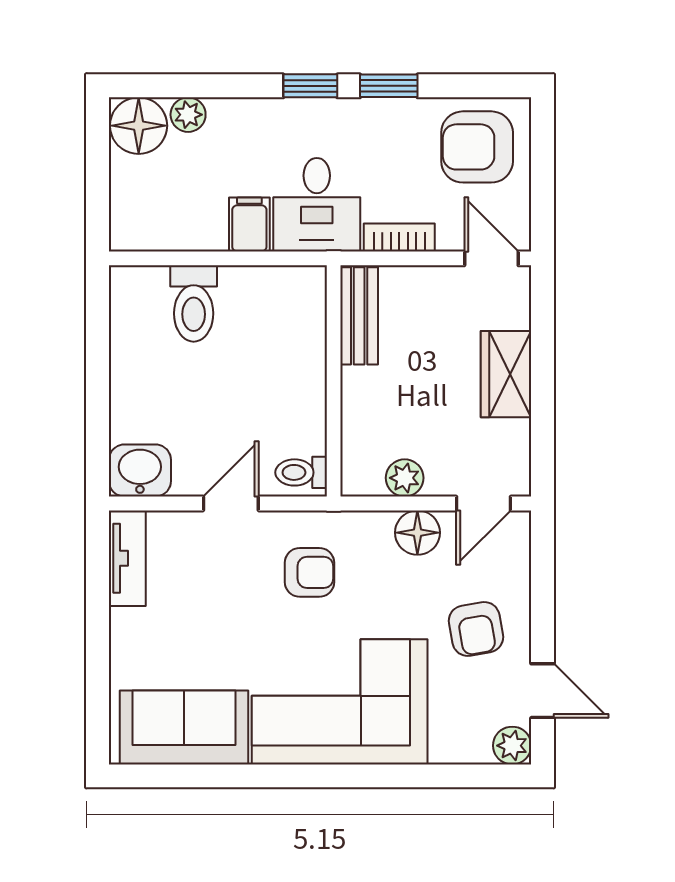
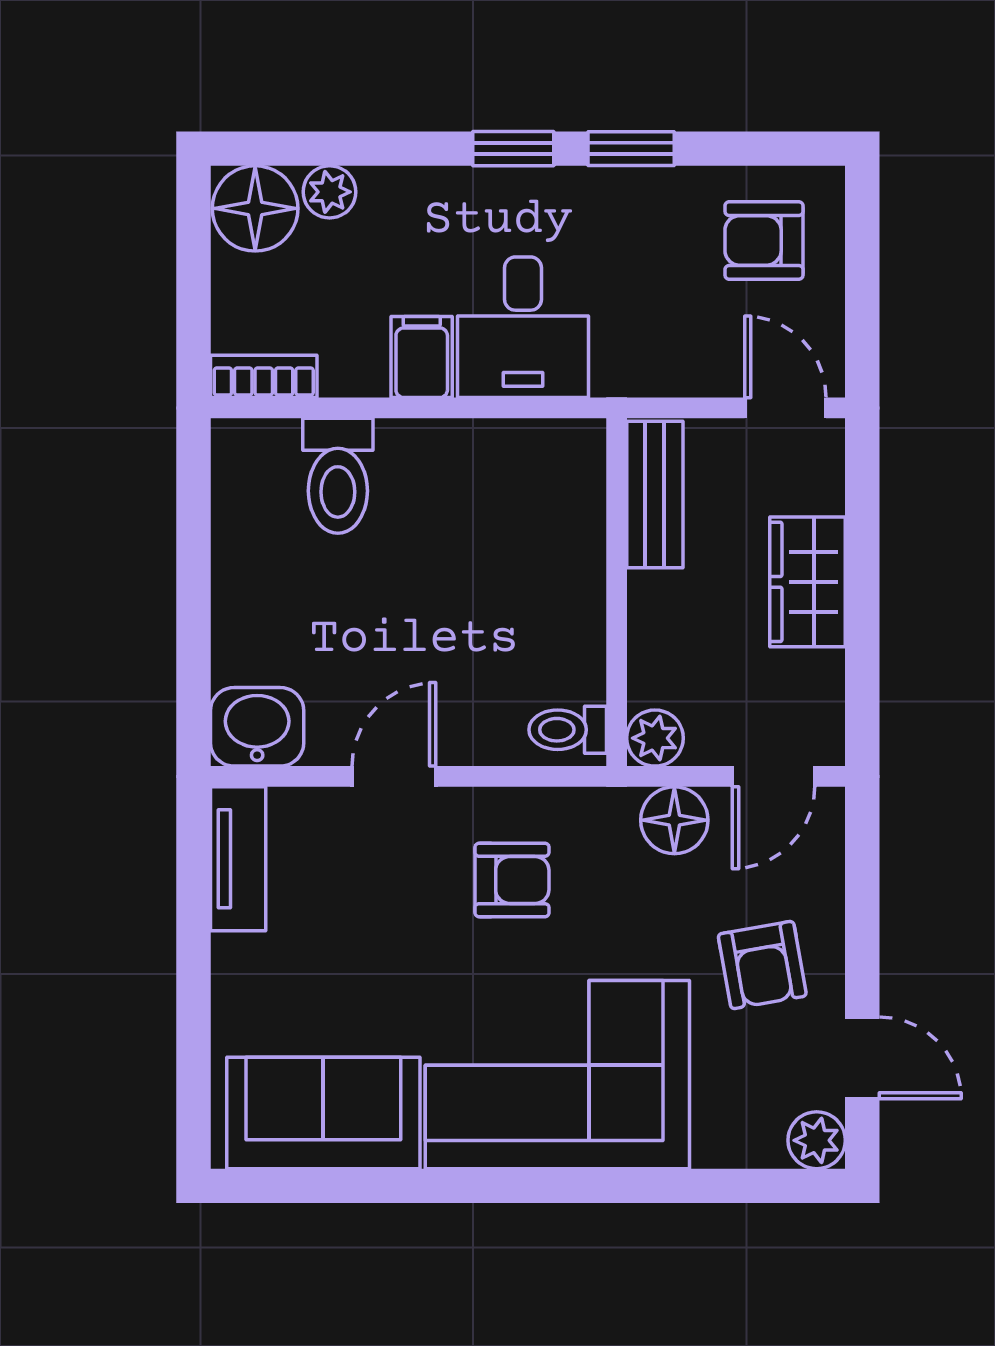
armchair: (477, 147) -> (764, 240), width x0.72, depth x0.72
bookcase: (399, 237) -> (264, 376), moved
bench: (359, 316) -> (655, 494), moved
wall: (334, 381) -> (617, 592), moved
toilet: (301, 472) -> (568, 730), moved

